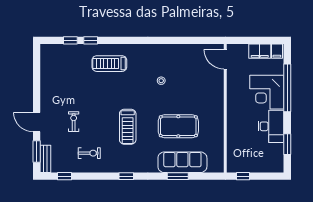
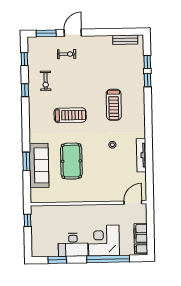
tv unit: (173, 49) -> (141, 155), added
treadmill: (109, 64) -> (114, 105), moved, turned 180
exercise bike: (74, 122) -> (67, 54), moved
treadmill: (128, 127) -> (70, 115), turned 180
bench: (45, 159) -> (125, 40), moved
window: (126, 176) -> (25, 90), moved

